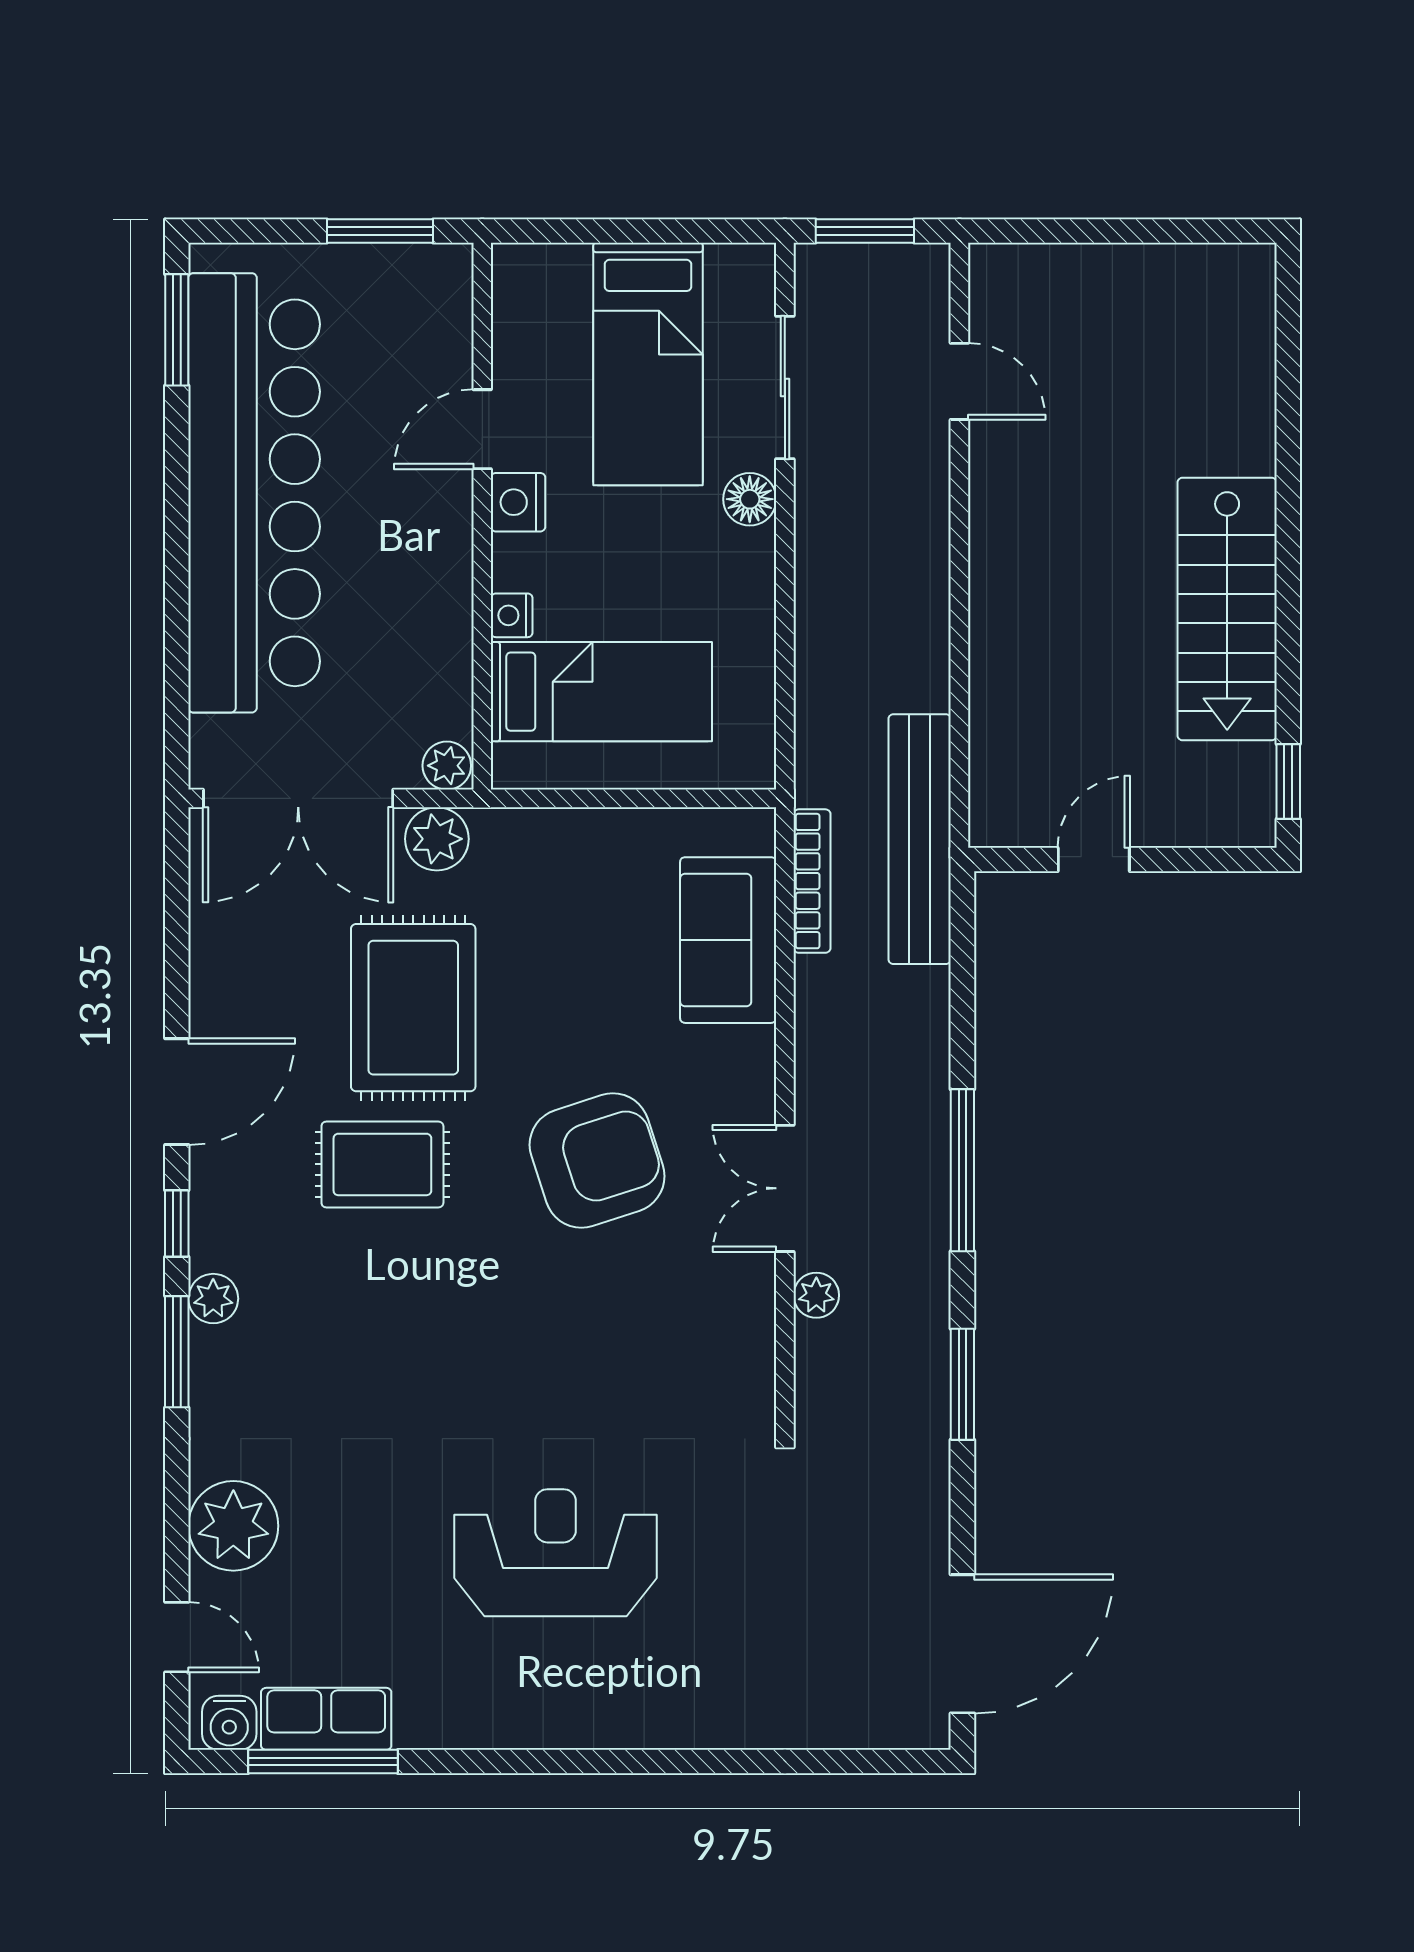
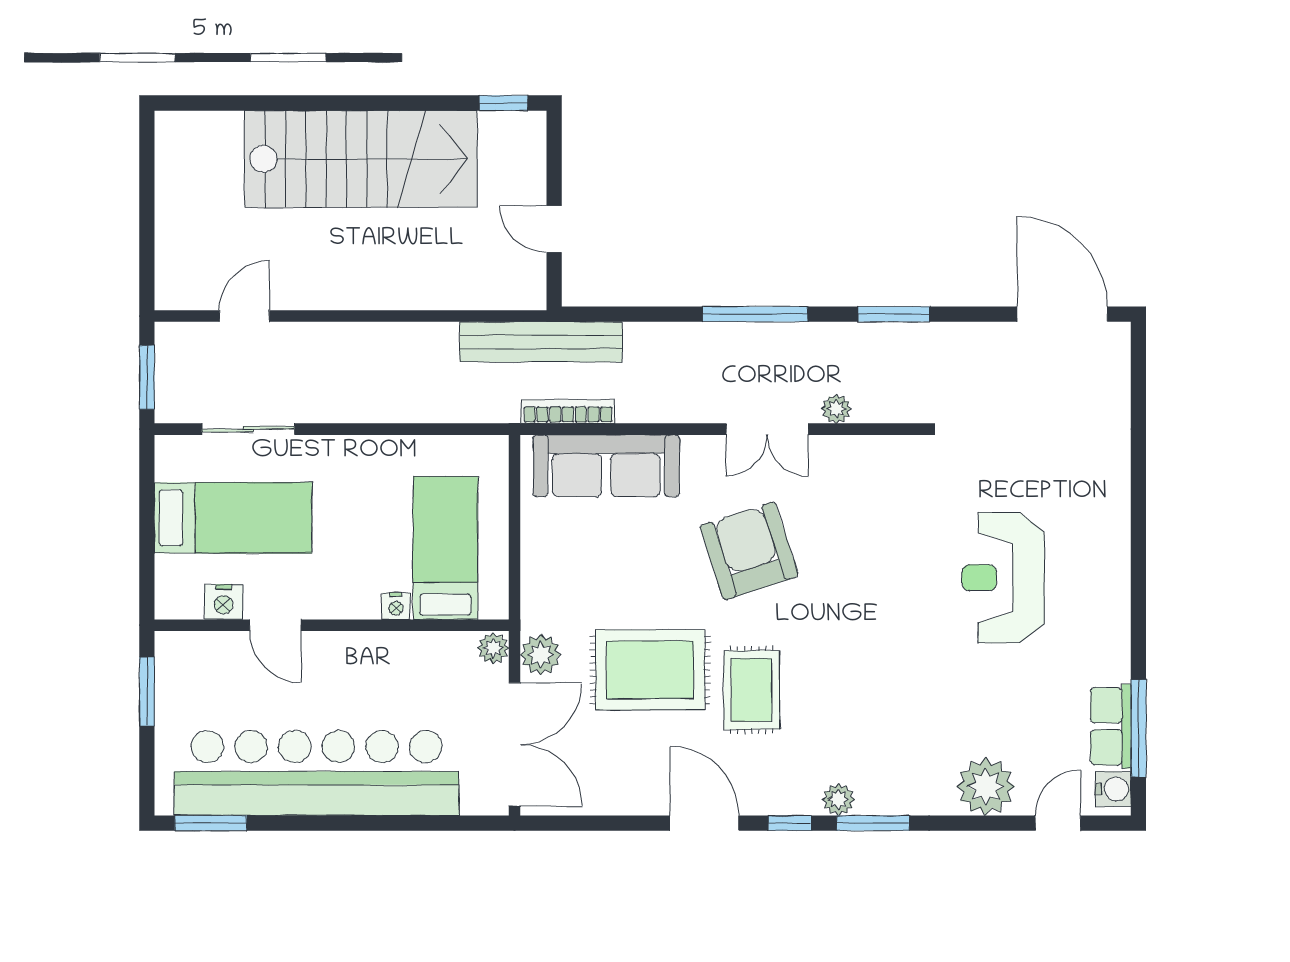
floor lamp: (750, 499) -> (321, 452), removed
nightstand: (518, 502) -> (224, 602), moved
stairs: (1227, 609) -> (361, 159), width x1.36, depth x1.51
sofa: (728, 940) -> (606, 466), width x1.36

